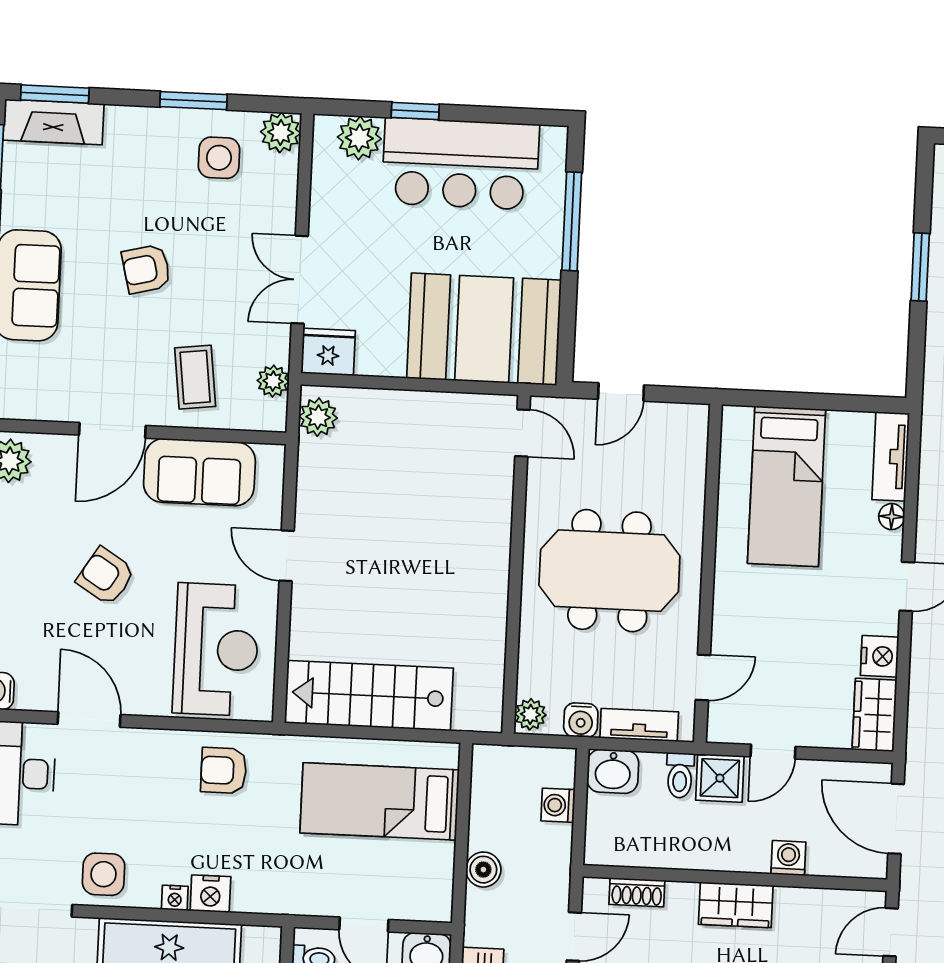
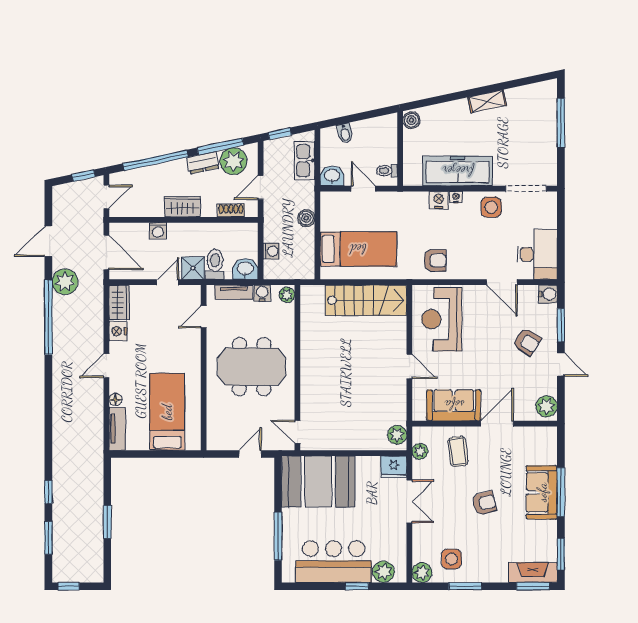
armchair: (106, 576) -> (527, 342), moved
toilet: (680, 775) -> (215, 264), width x1.37, depth x1.39

